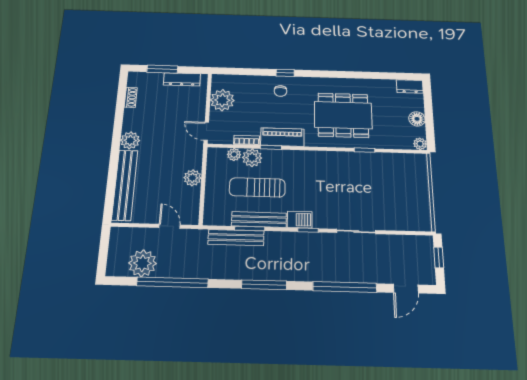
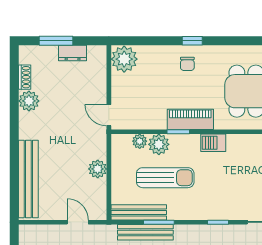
dresser: (182, 79) -> (73, 53), width x0.70
plant: (222, 100) -> (124, 59), moved
plant: (130, 140) -> (29, 101), moved
bookcase: (247, 140) -> (152, 124), removed
sun lounger: (257, 187) -> (165, 178), turned 180
bench: (259, 219) -> (139, 212), moved
barbecue: (300, 220) -> (213, 143), moved, turned 180

